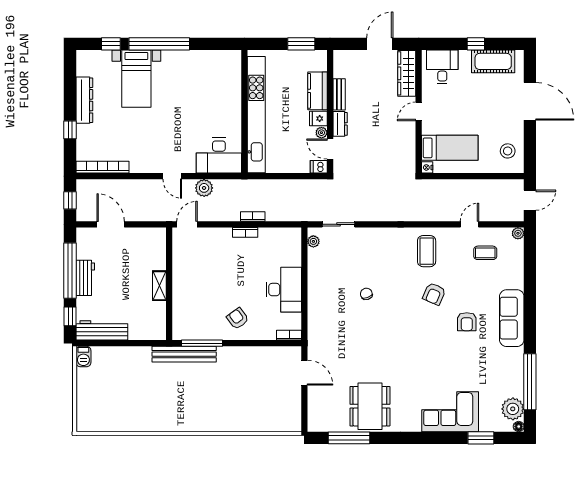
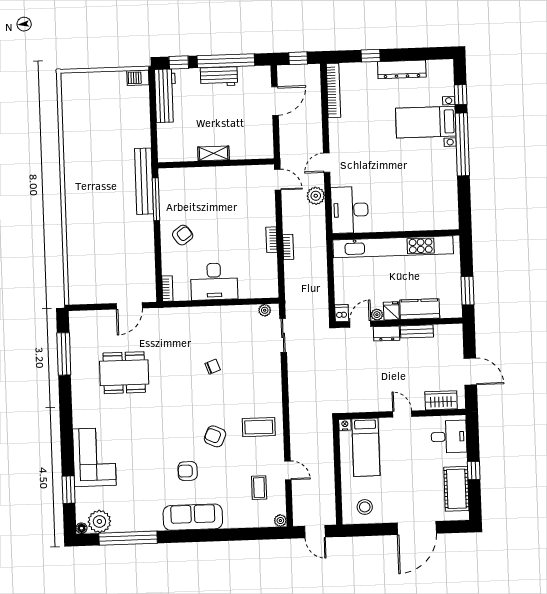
wardrobe: (407, 73) -> (441, 400), width x0.67
dining table: (370, 406) -> (124, 373), moved

